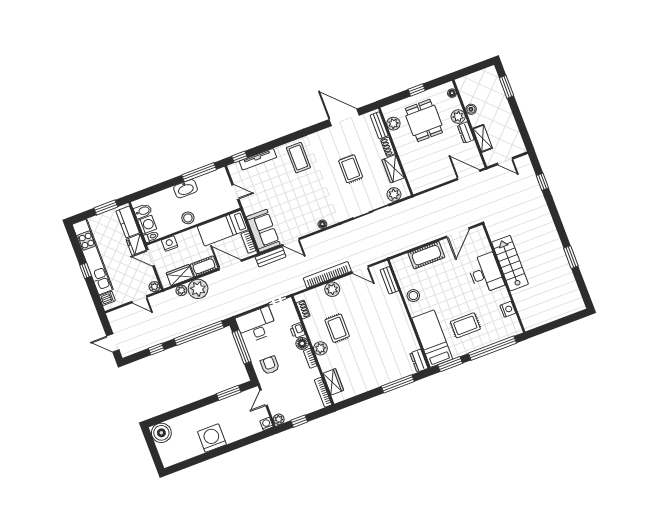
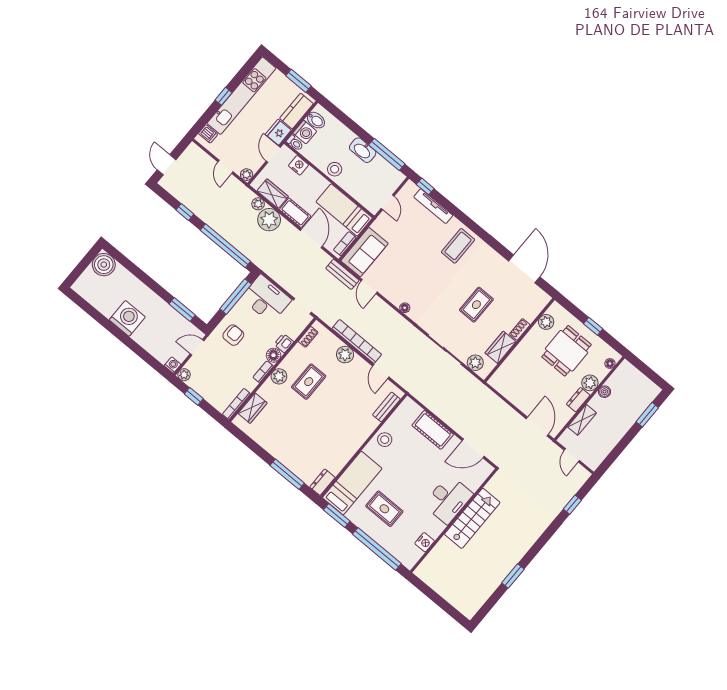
bench: (379, 125) -> (536, 309), removed

